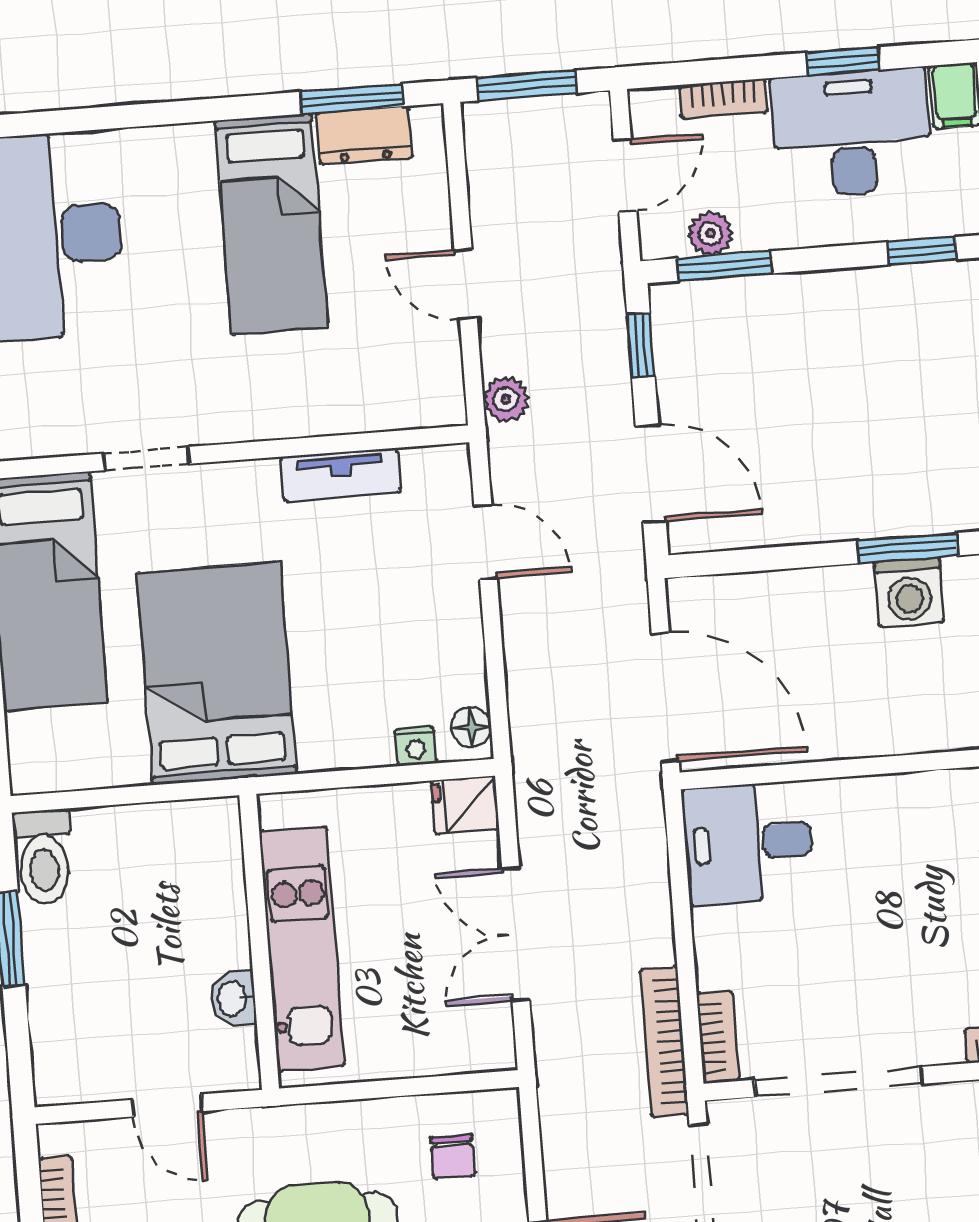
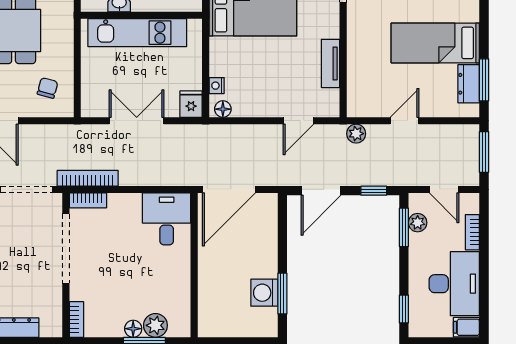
window: (843, 61) -> (484, 282), removed
chair: (453, 1156) -> (47, 88), turned 105

